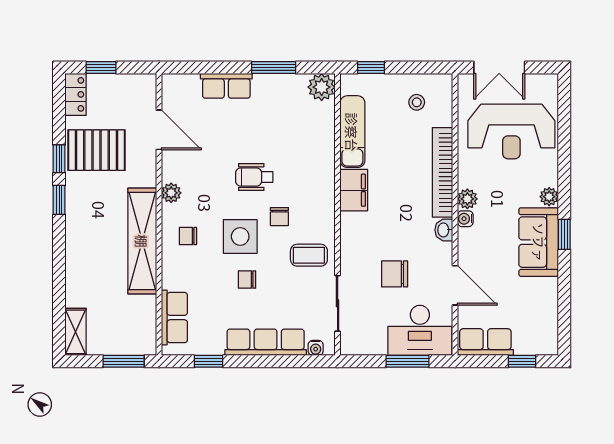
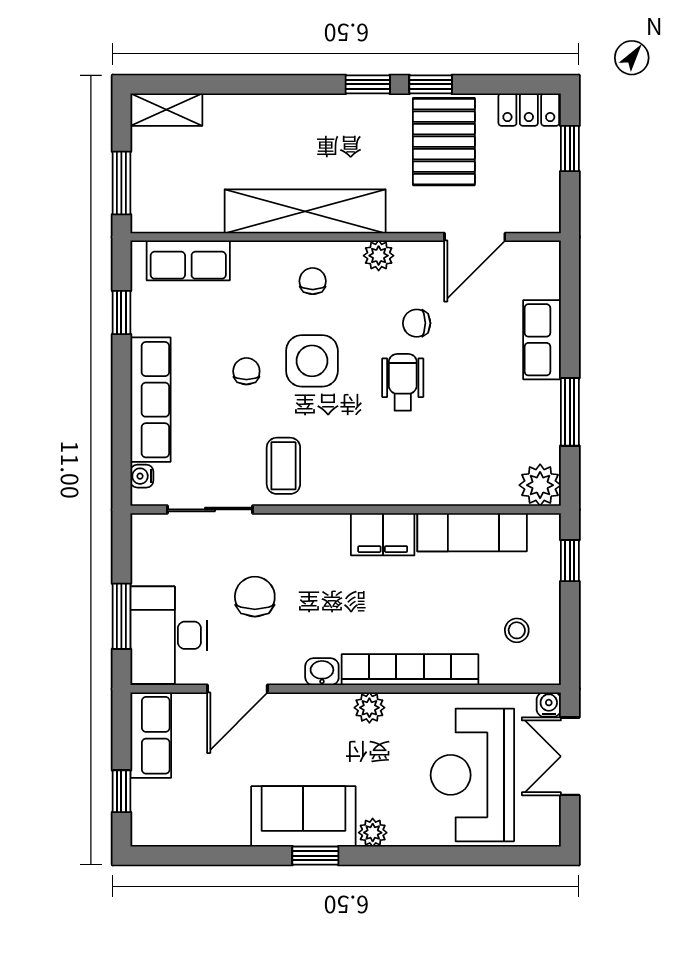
chair: (279, 217) -> (417, 323), moved
water cooler: (465, 219) -> (549, 705), moved

